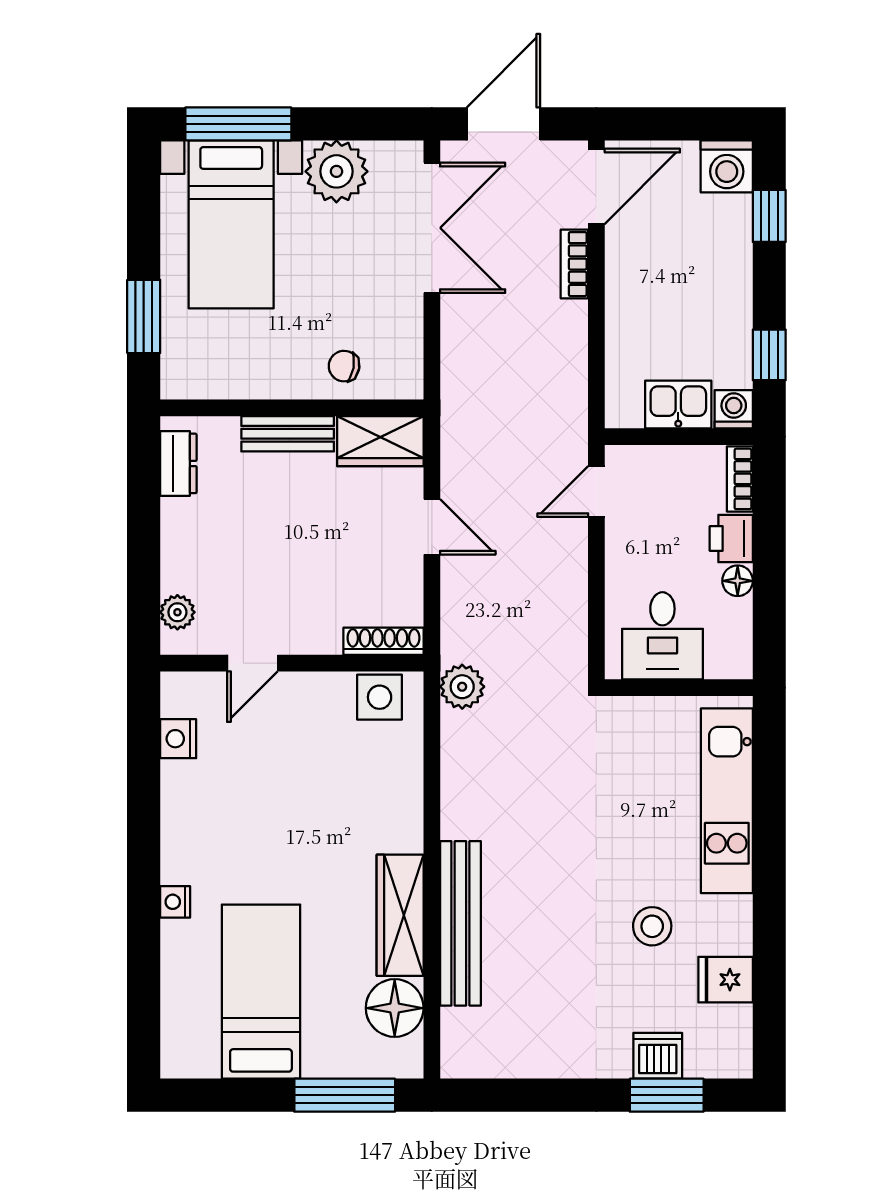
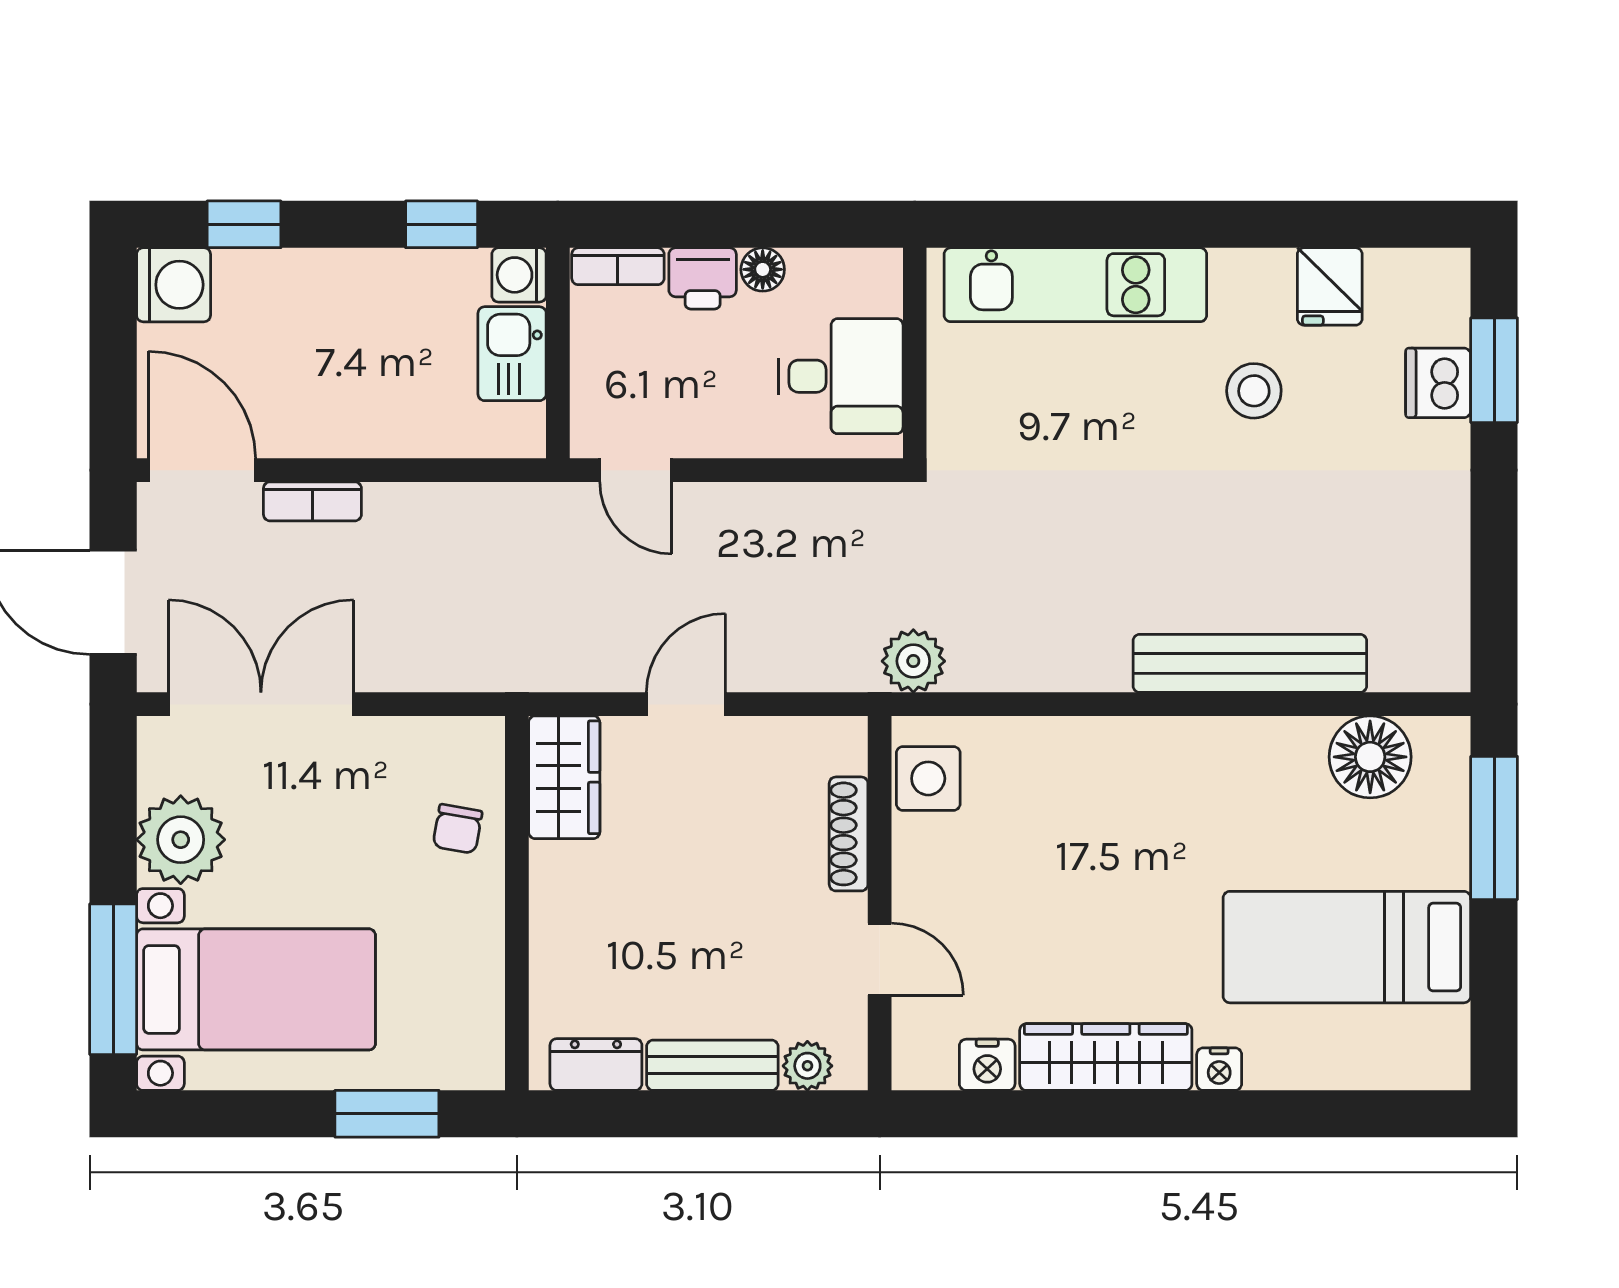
bench: (288, 434) -> (712, 1065), moved, turned 90
shoe rack: (384, 641) -> (849, 834), moved
wardrobe: (400, 915) -> (1106, 1057), moved, turned 180

